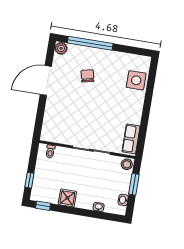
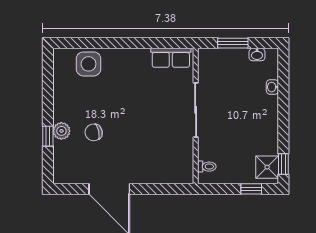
window: (90, 43) -> (48, 136), width x0.32
plant: (61, 48) -> (61, 131), moved
stool: (127, 164) -> (207, 58), removed
shower: (67, 198) -> (267, 167), moved

